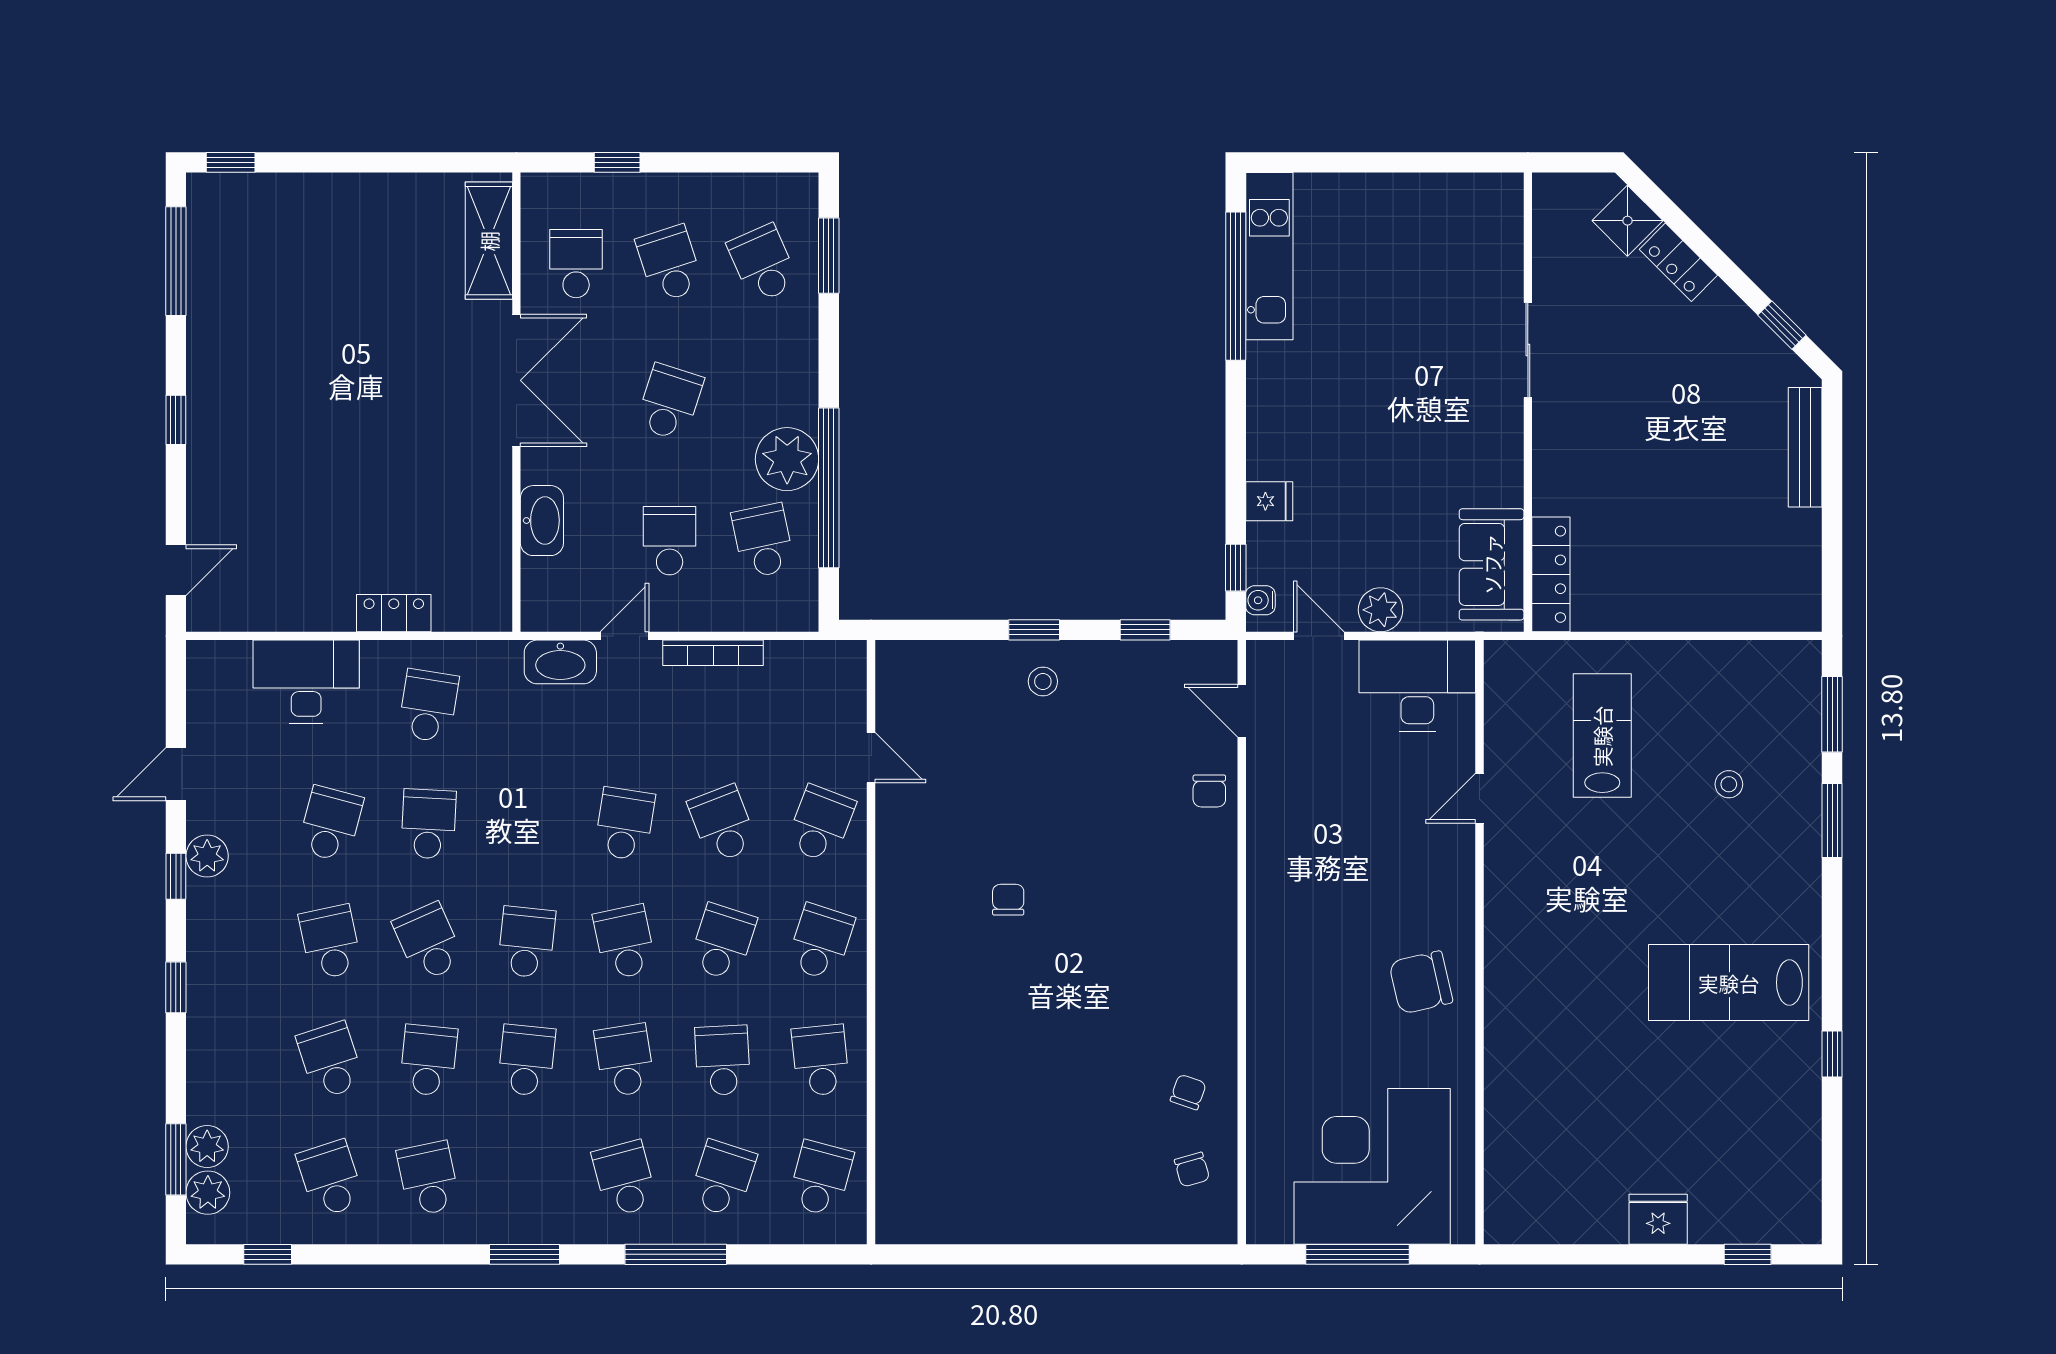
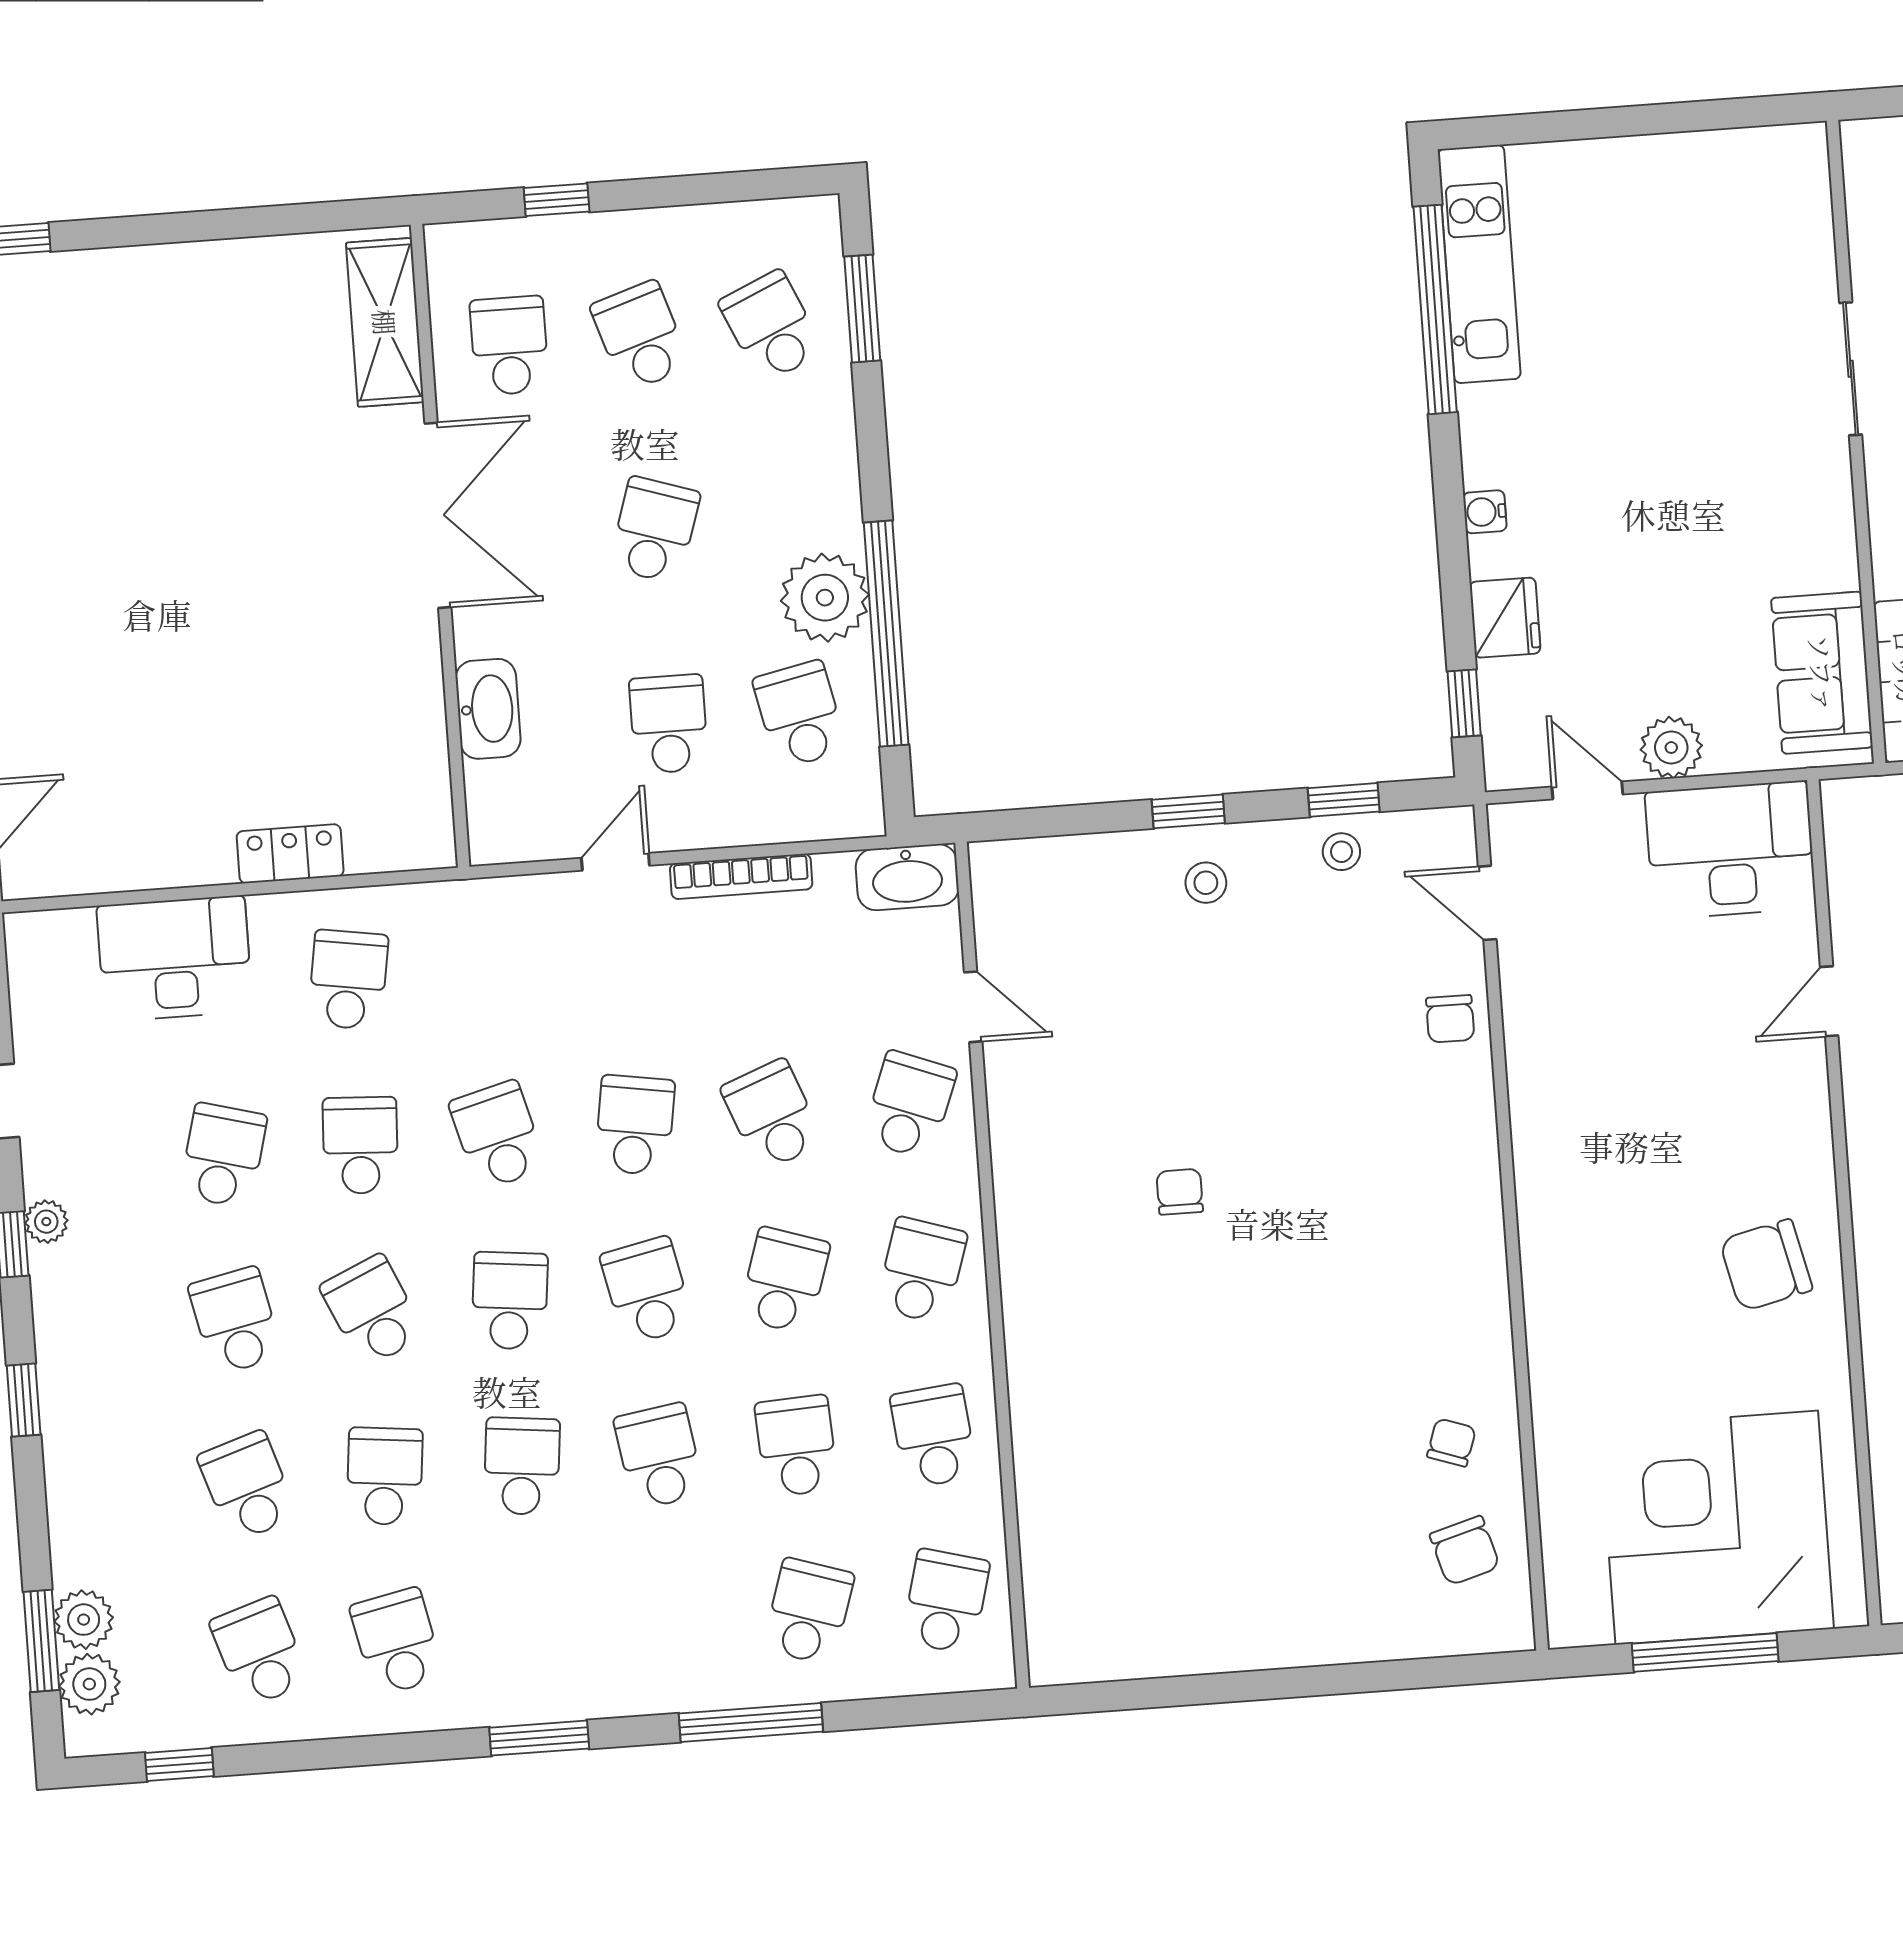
fridge: (1269, 501) -> (1505, 618), width x1.38
water cooler: (1260, 600) -> (1485, 512), moved
washbasin: (560, 662) -> (907, 877), moved
stool: (1141, 667) -> (1341, 852), added
plant: (207, 856) -> (46, 1222), width x0.73, depth x0.73
chair: (1192, 1170) -> (1465, 1551), width x1.37, depth x1.37
school desk: (625, 1179) -> (498, 1135), moved

